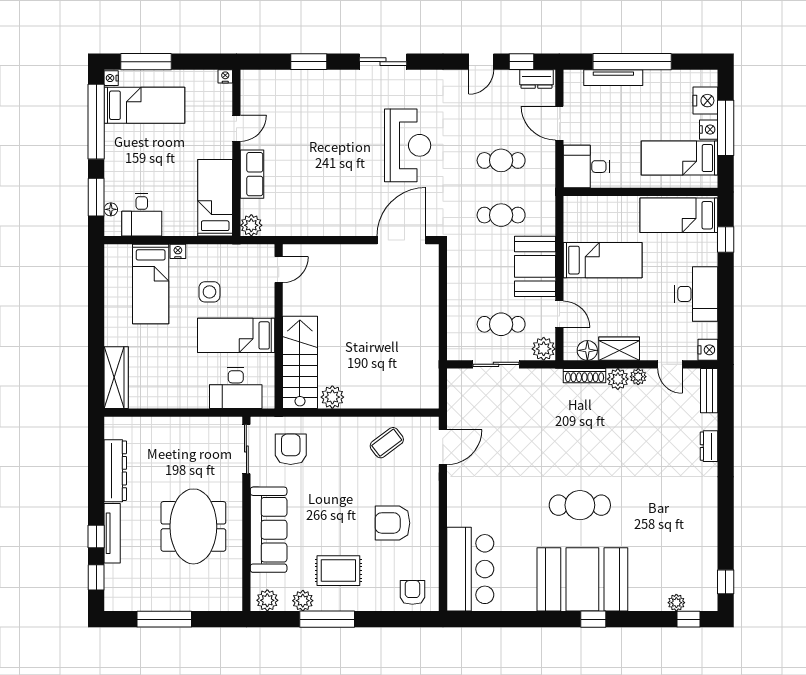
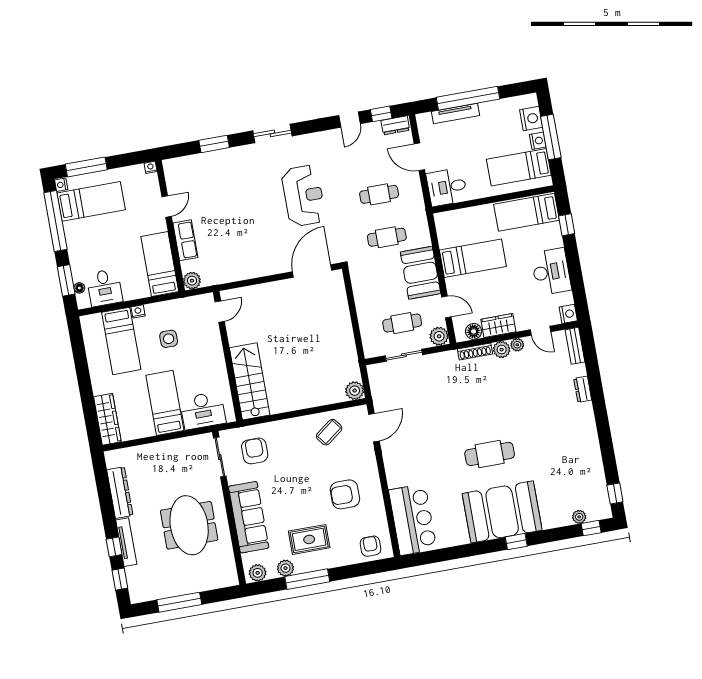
bed: (236, 335) -> (165, 403), moved, turned 90
plant: (332, 397) -> (355, 391), moved

